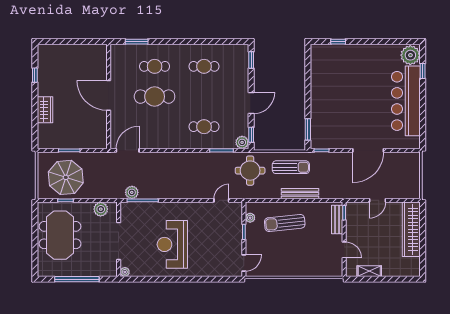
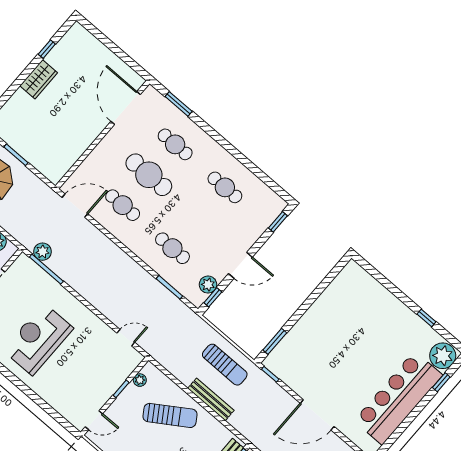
window: (338, 42) -> (426, 318), moved
door: (109, 95) -> (126, 108), moved
wardrobe: (45, 110) -> (39, 79), moved
cafe table: (155, 127) -> (123, 205), added
plant: (242, 142) -> (208, 285), moved
round table: (250, 171) -> (181, 333), removed
sun lounger: (285, 223) -> (170, 415), turned 153

